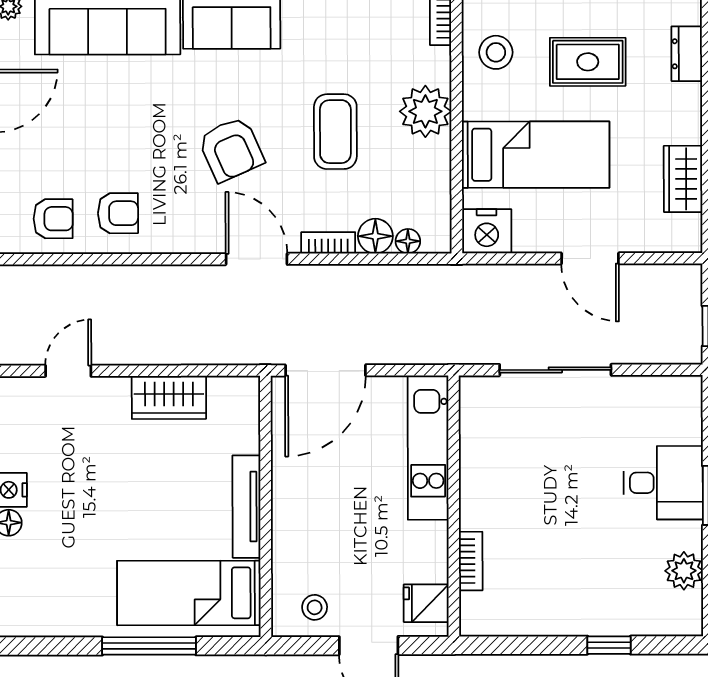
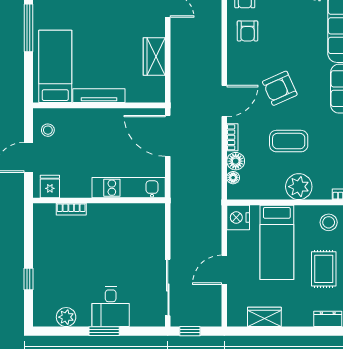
sliding door: (555, 370) -> (168, 287), moved
window: (149, 646) -> (28, 28), moved

